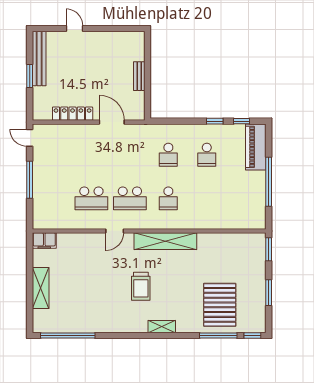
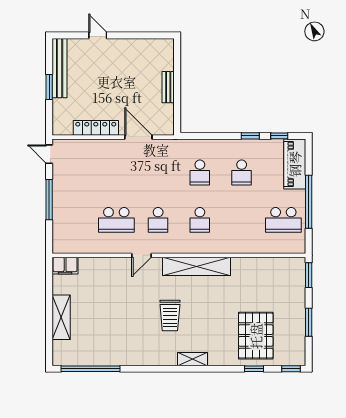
school desk: (130, 198) -> (158, 220), width x0.54
school desk: (245, 198) -> (283, 220), added
window: (218, 336) -> (254, 369), width x0.46

